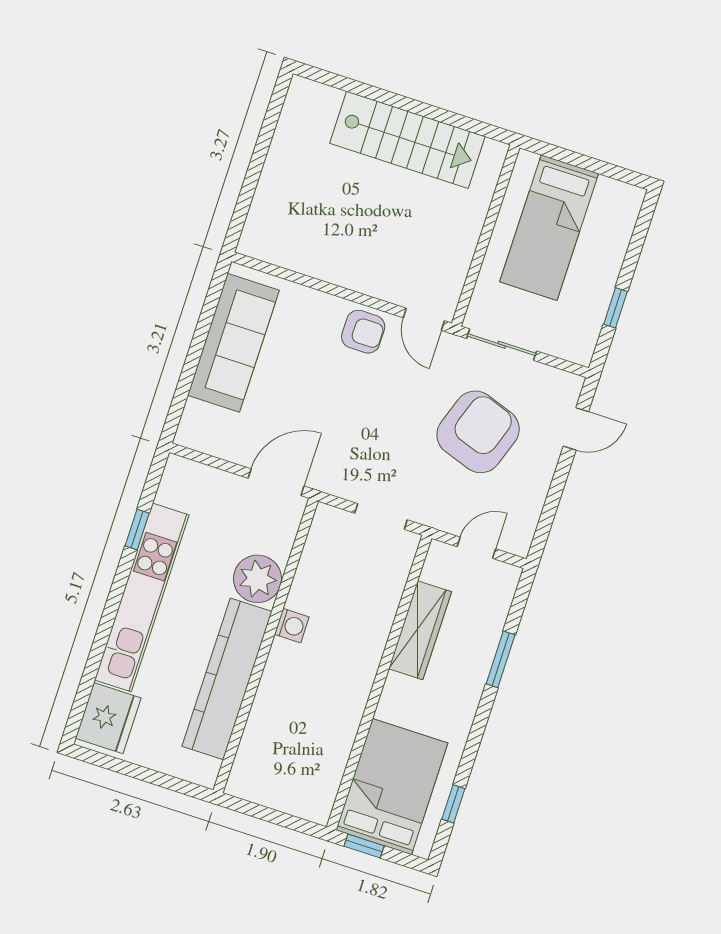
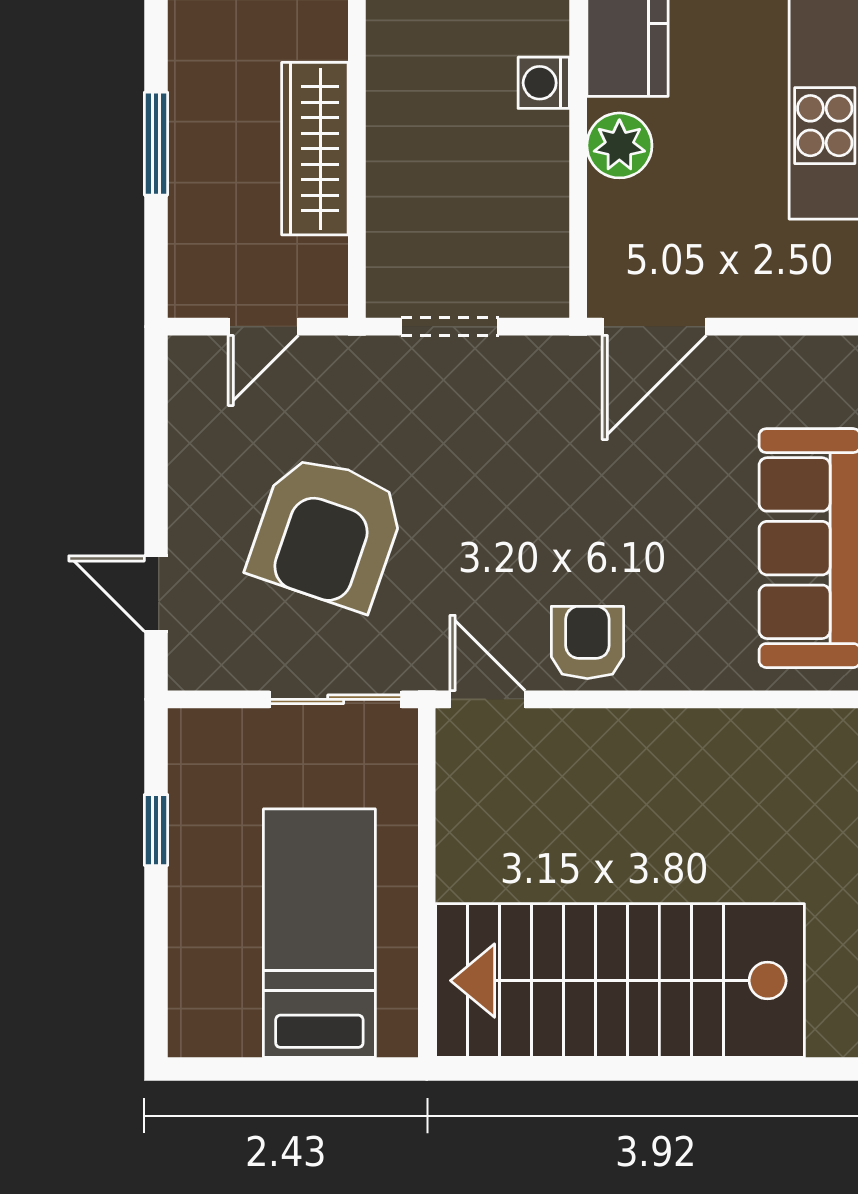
stairs: (407, 140) -> (620, 981), width x1.36, depth x1.51
armchair: (363, 332) -> (587, 642), turned 90
door: (576, 429) -> (156, 594), hinge flipped
plant: (258, 579) -> (619, 145), width x0.73, depth x0.73

